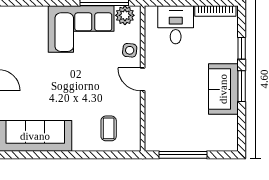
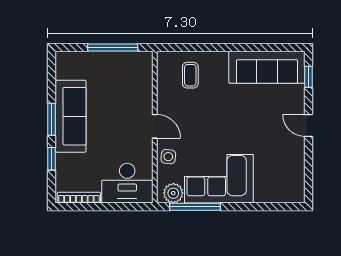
desk: (176, 25) -> (127, 183), width x1.37
sofa: (223, 89) -> (70, 116), width x1.36

